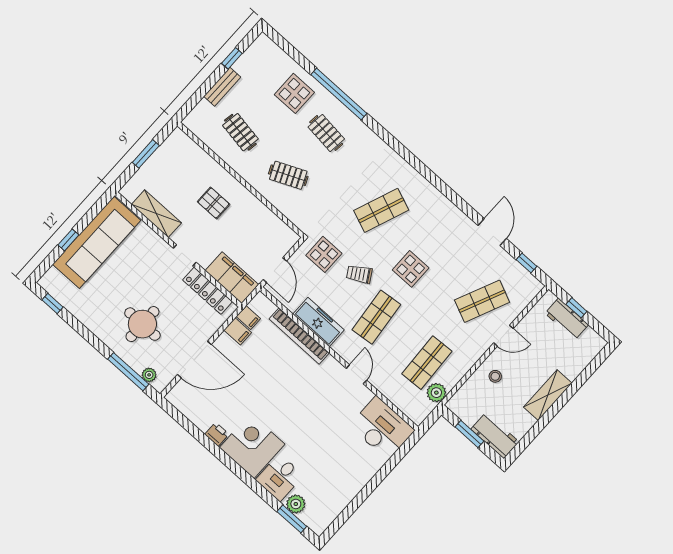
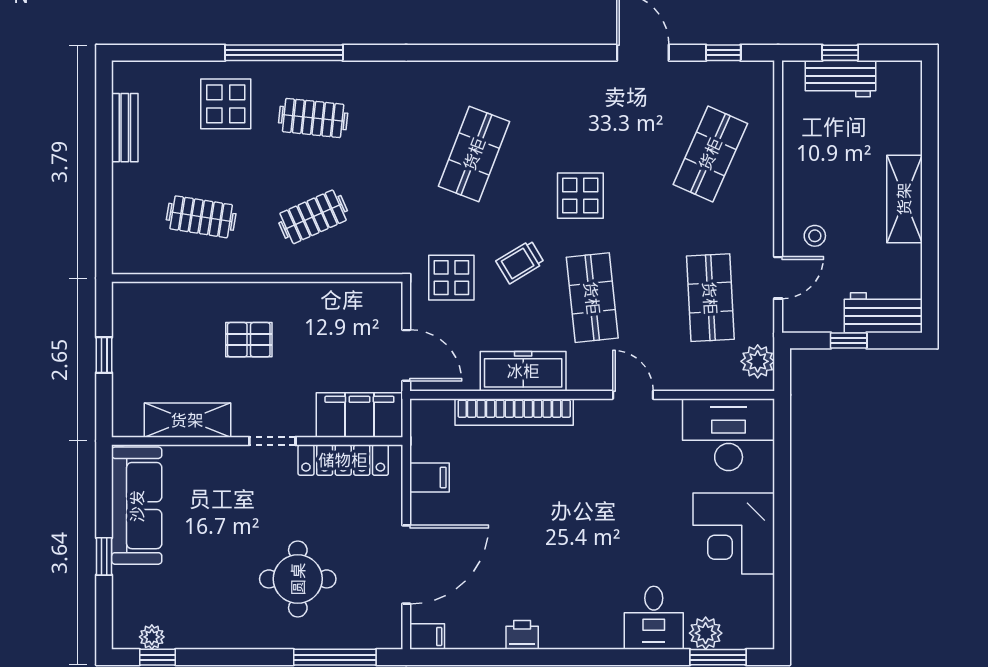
window: (232, 58) -> (104, 131), removed
bench: (222, 87) -> (125, 128), moved
window: (146, 154) -> (104, 355), width x0.67
sofa: (97, 242) -> (137, 506), width x0.74, depth x0.79
filing cabinet: (248, 318) -> (427, 636), moved
door: (503, 336) -> (778, 278), moved
plant: (149, 375) -> (152, 637), moved
plant: (436, 393) -> (758, 361), moved
window: (469, 434) -> (849, 340), width x0.67
corner desk: (252, 446) -> (734, 533), moved, turned -90

